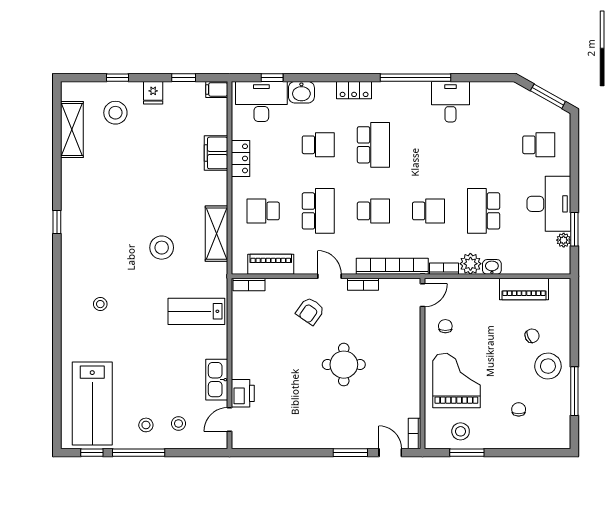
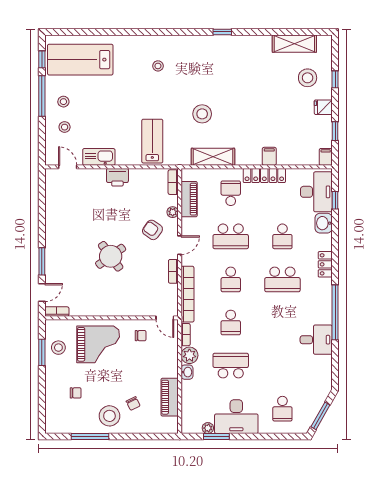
filing cabinet: (216, 153) -> (269, 156), width x0.50
locker: (240, 158) -> (264, 175), width x1.53
plant: (287, 285) -> (173, 212), added
round table: (344, 365) -> (111, 256), turned -36
printer: (243, 393) -> (117, 177), moved

